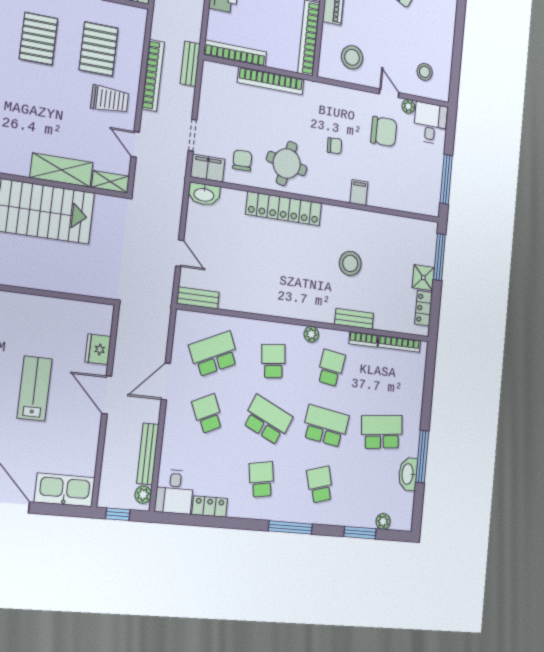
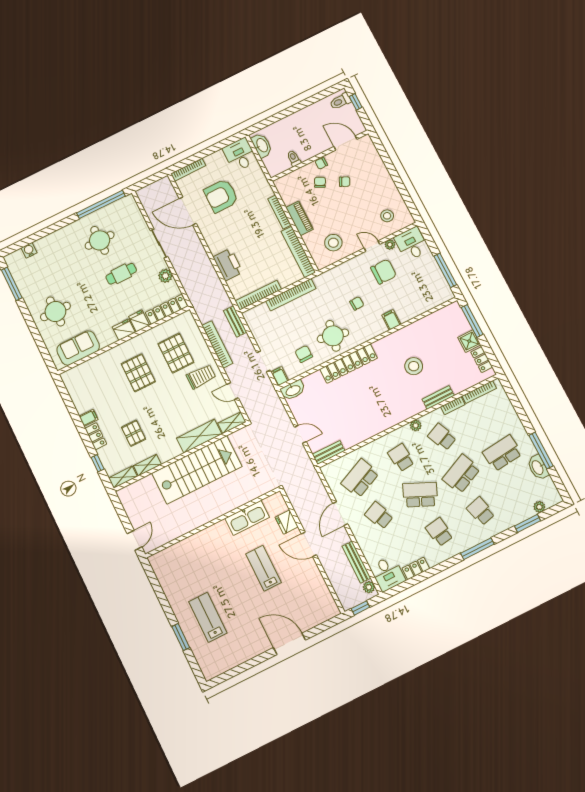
filing cabinet: (208, 168) -> (280, 376), width x0.50
school desk: (331, 368) -> (442, 437), turned -33
school desk: (326, 426) -> (461, 474), turned -33
kitchen sink: (65, 490) -> (247, 518), moved, turned 180

